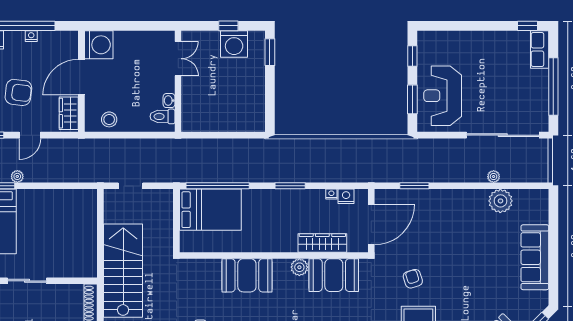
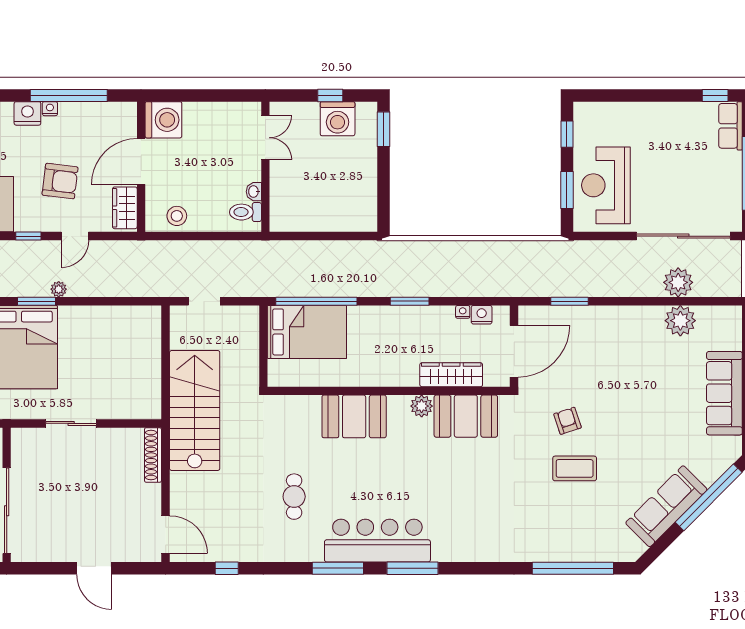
nightstand: (31, 36) -> (50, 109), moved
plant: (494, 177) -> (678, 282), width x1.88, depth x1.88

